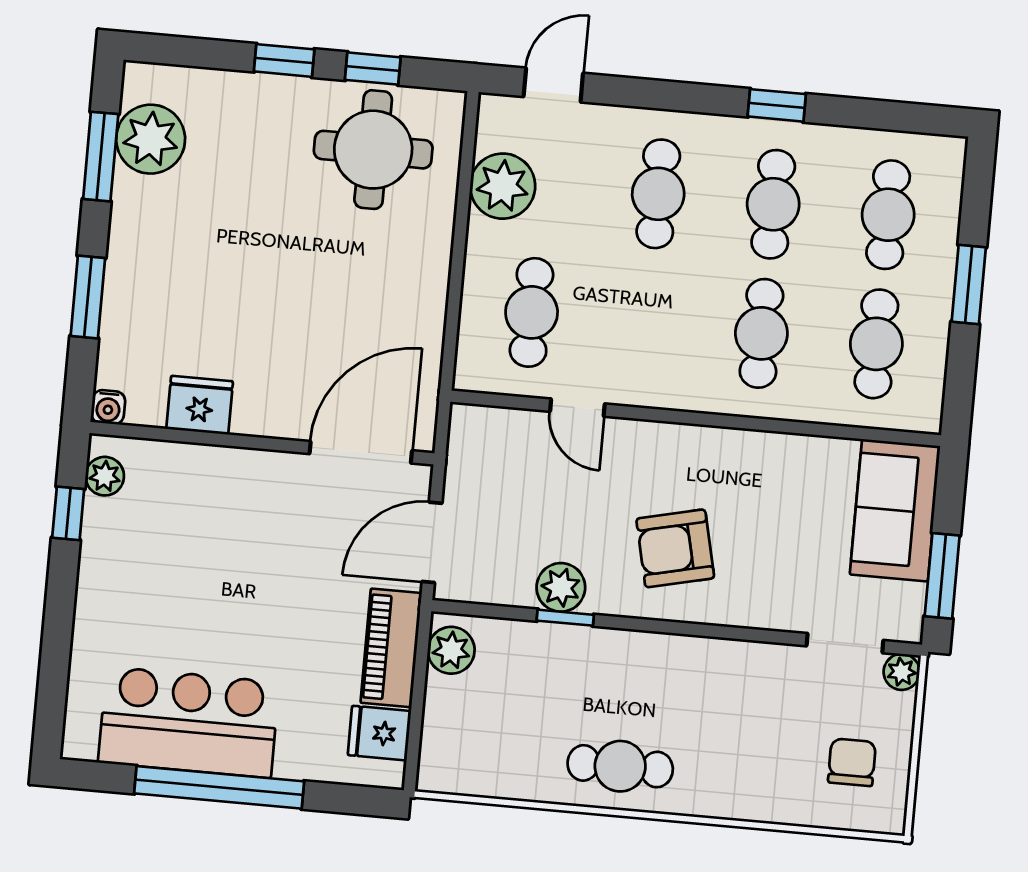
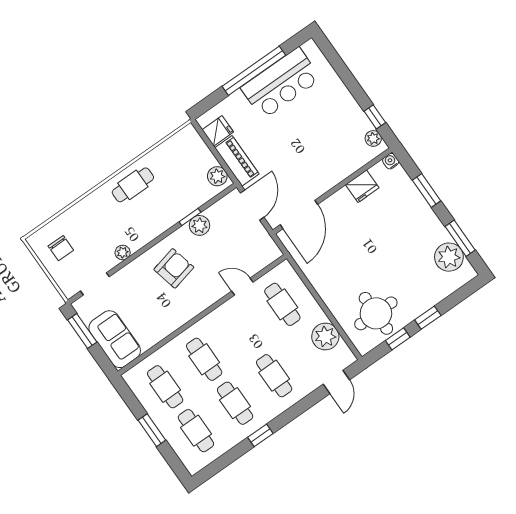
plant: (902, 672) -> (123, 253), moved

